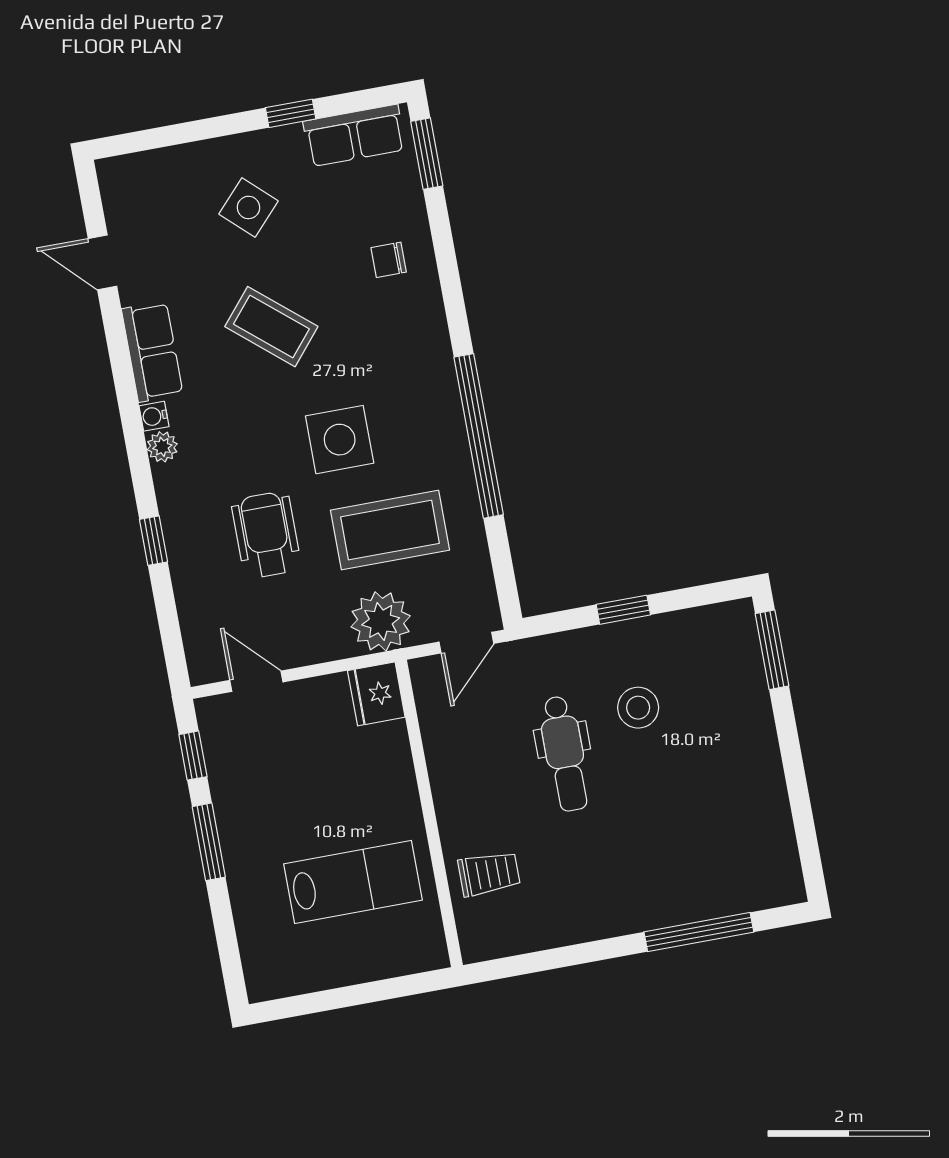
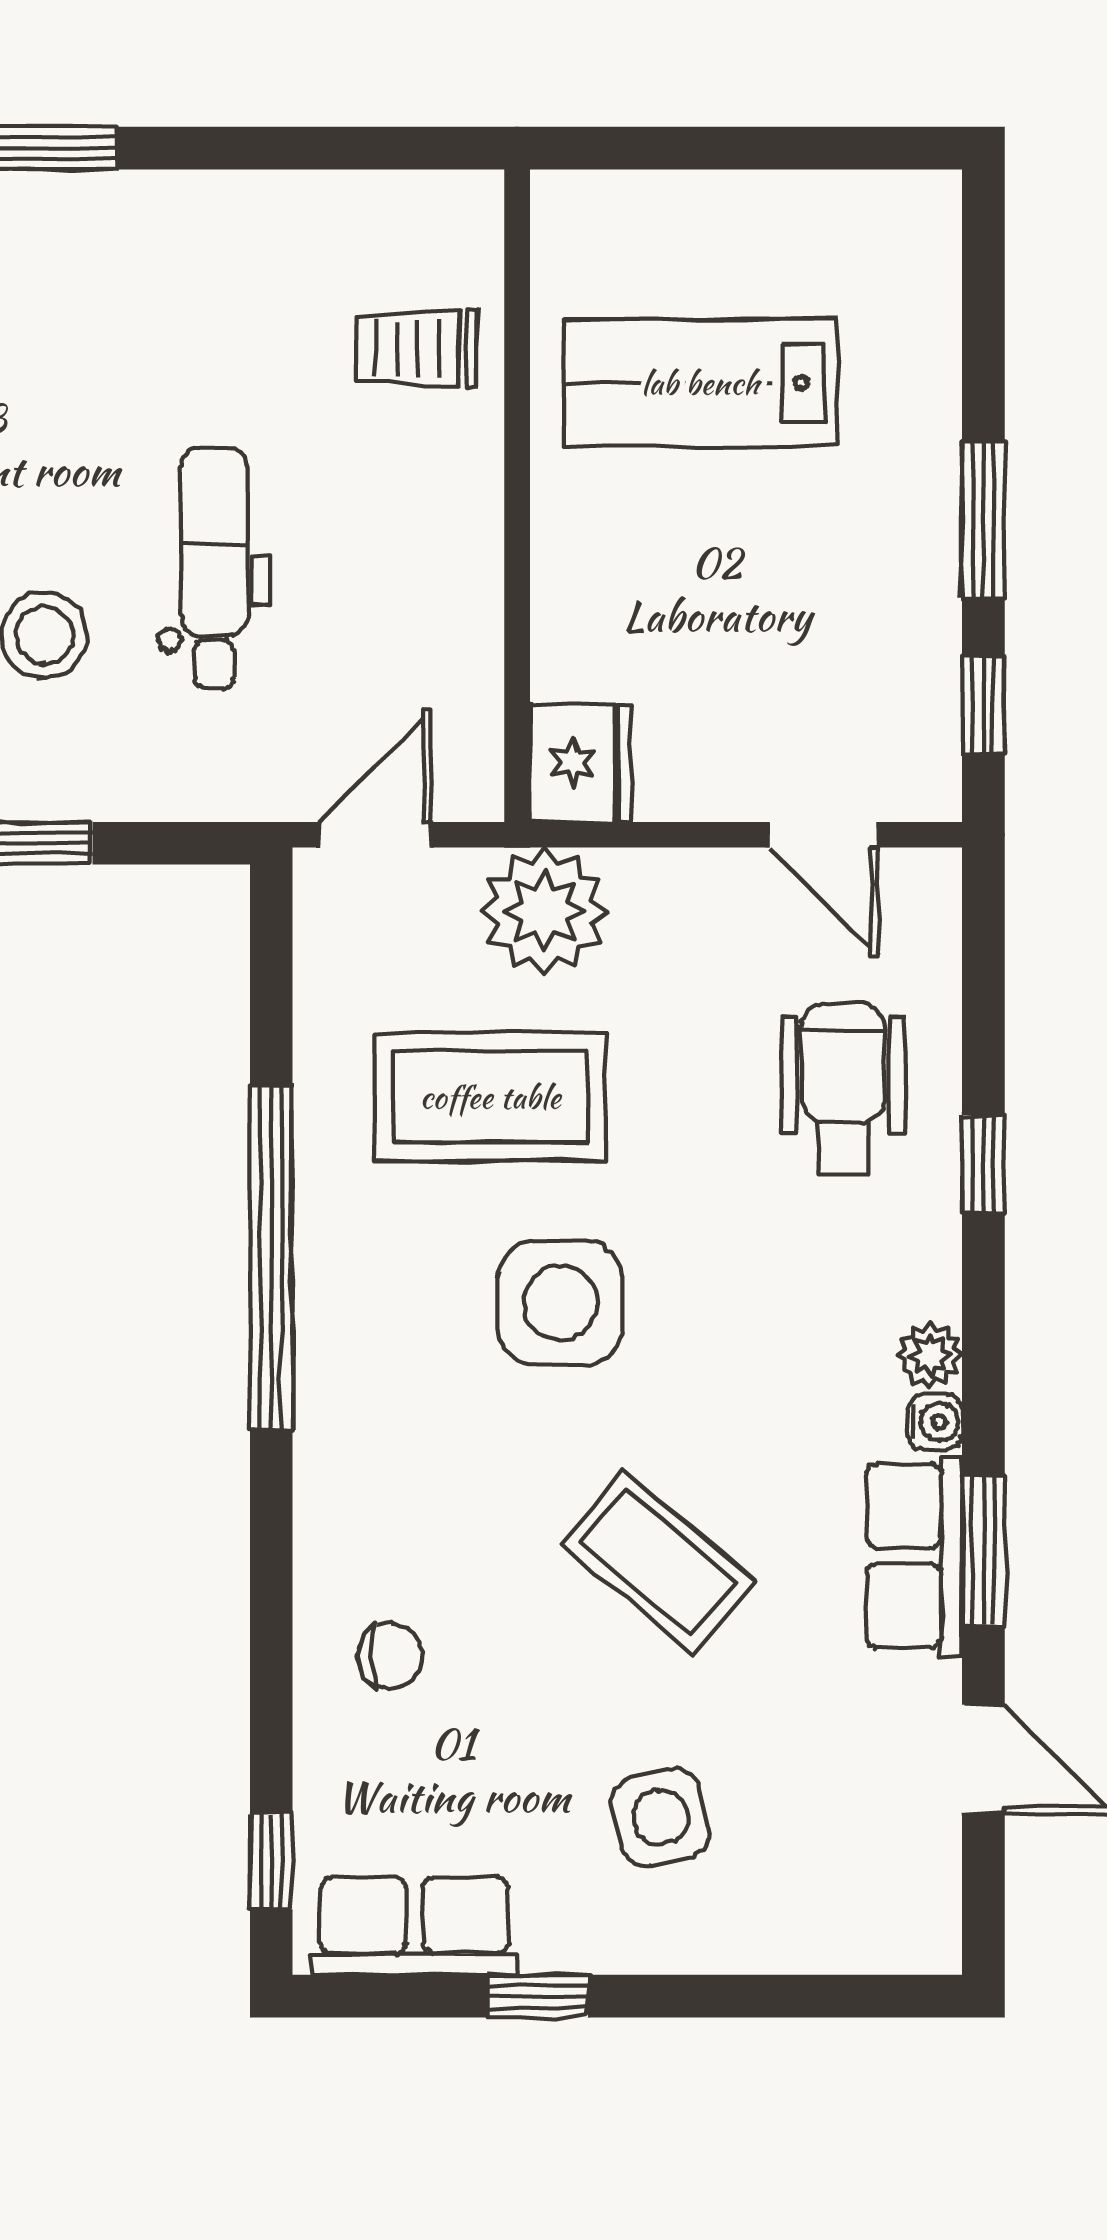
window: (427, 154) -> (271, 1861), width x0.67
side table: (249, 207) -> (660, 1817), turned 34
window: (120, 360) -> (983, 1550), added
wheelchair: (266, 535) -> (843, 1088), moved, turned 180

